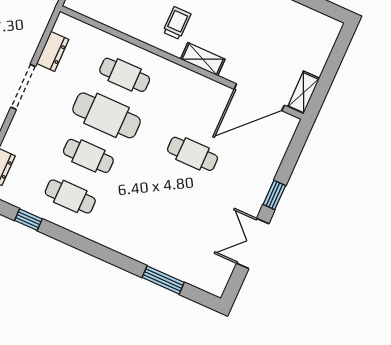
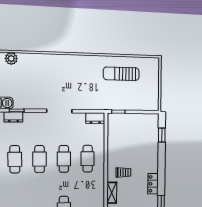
dresser: (53, 51) -> (95, 118), moved
cafe table: (107, 115) -> (64, 159), width x0.73, depth x0.74

